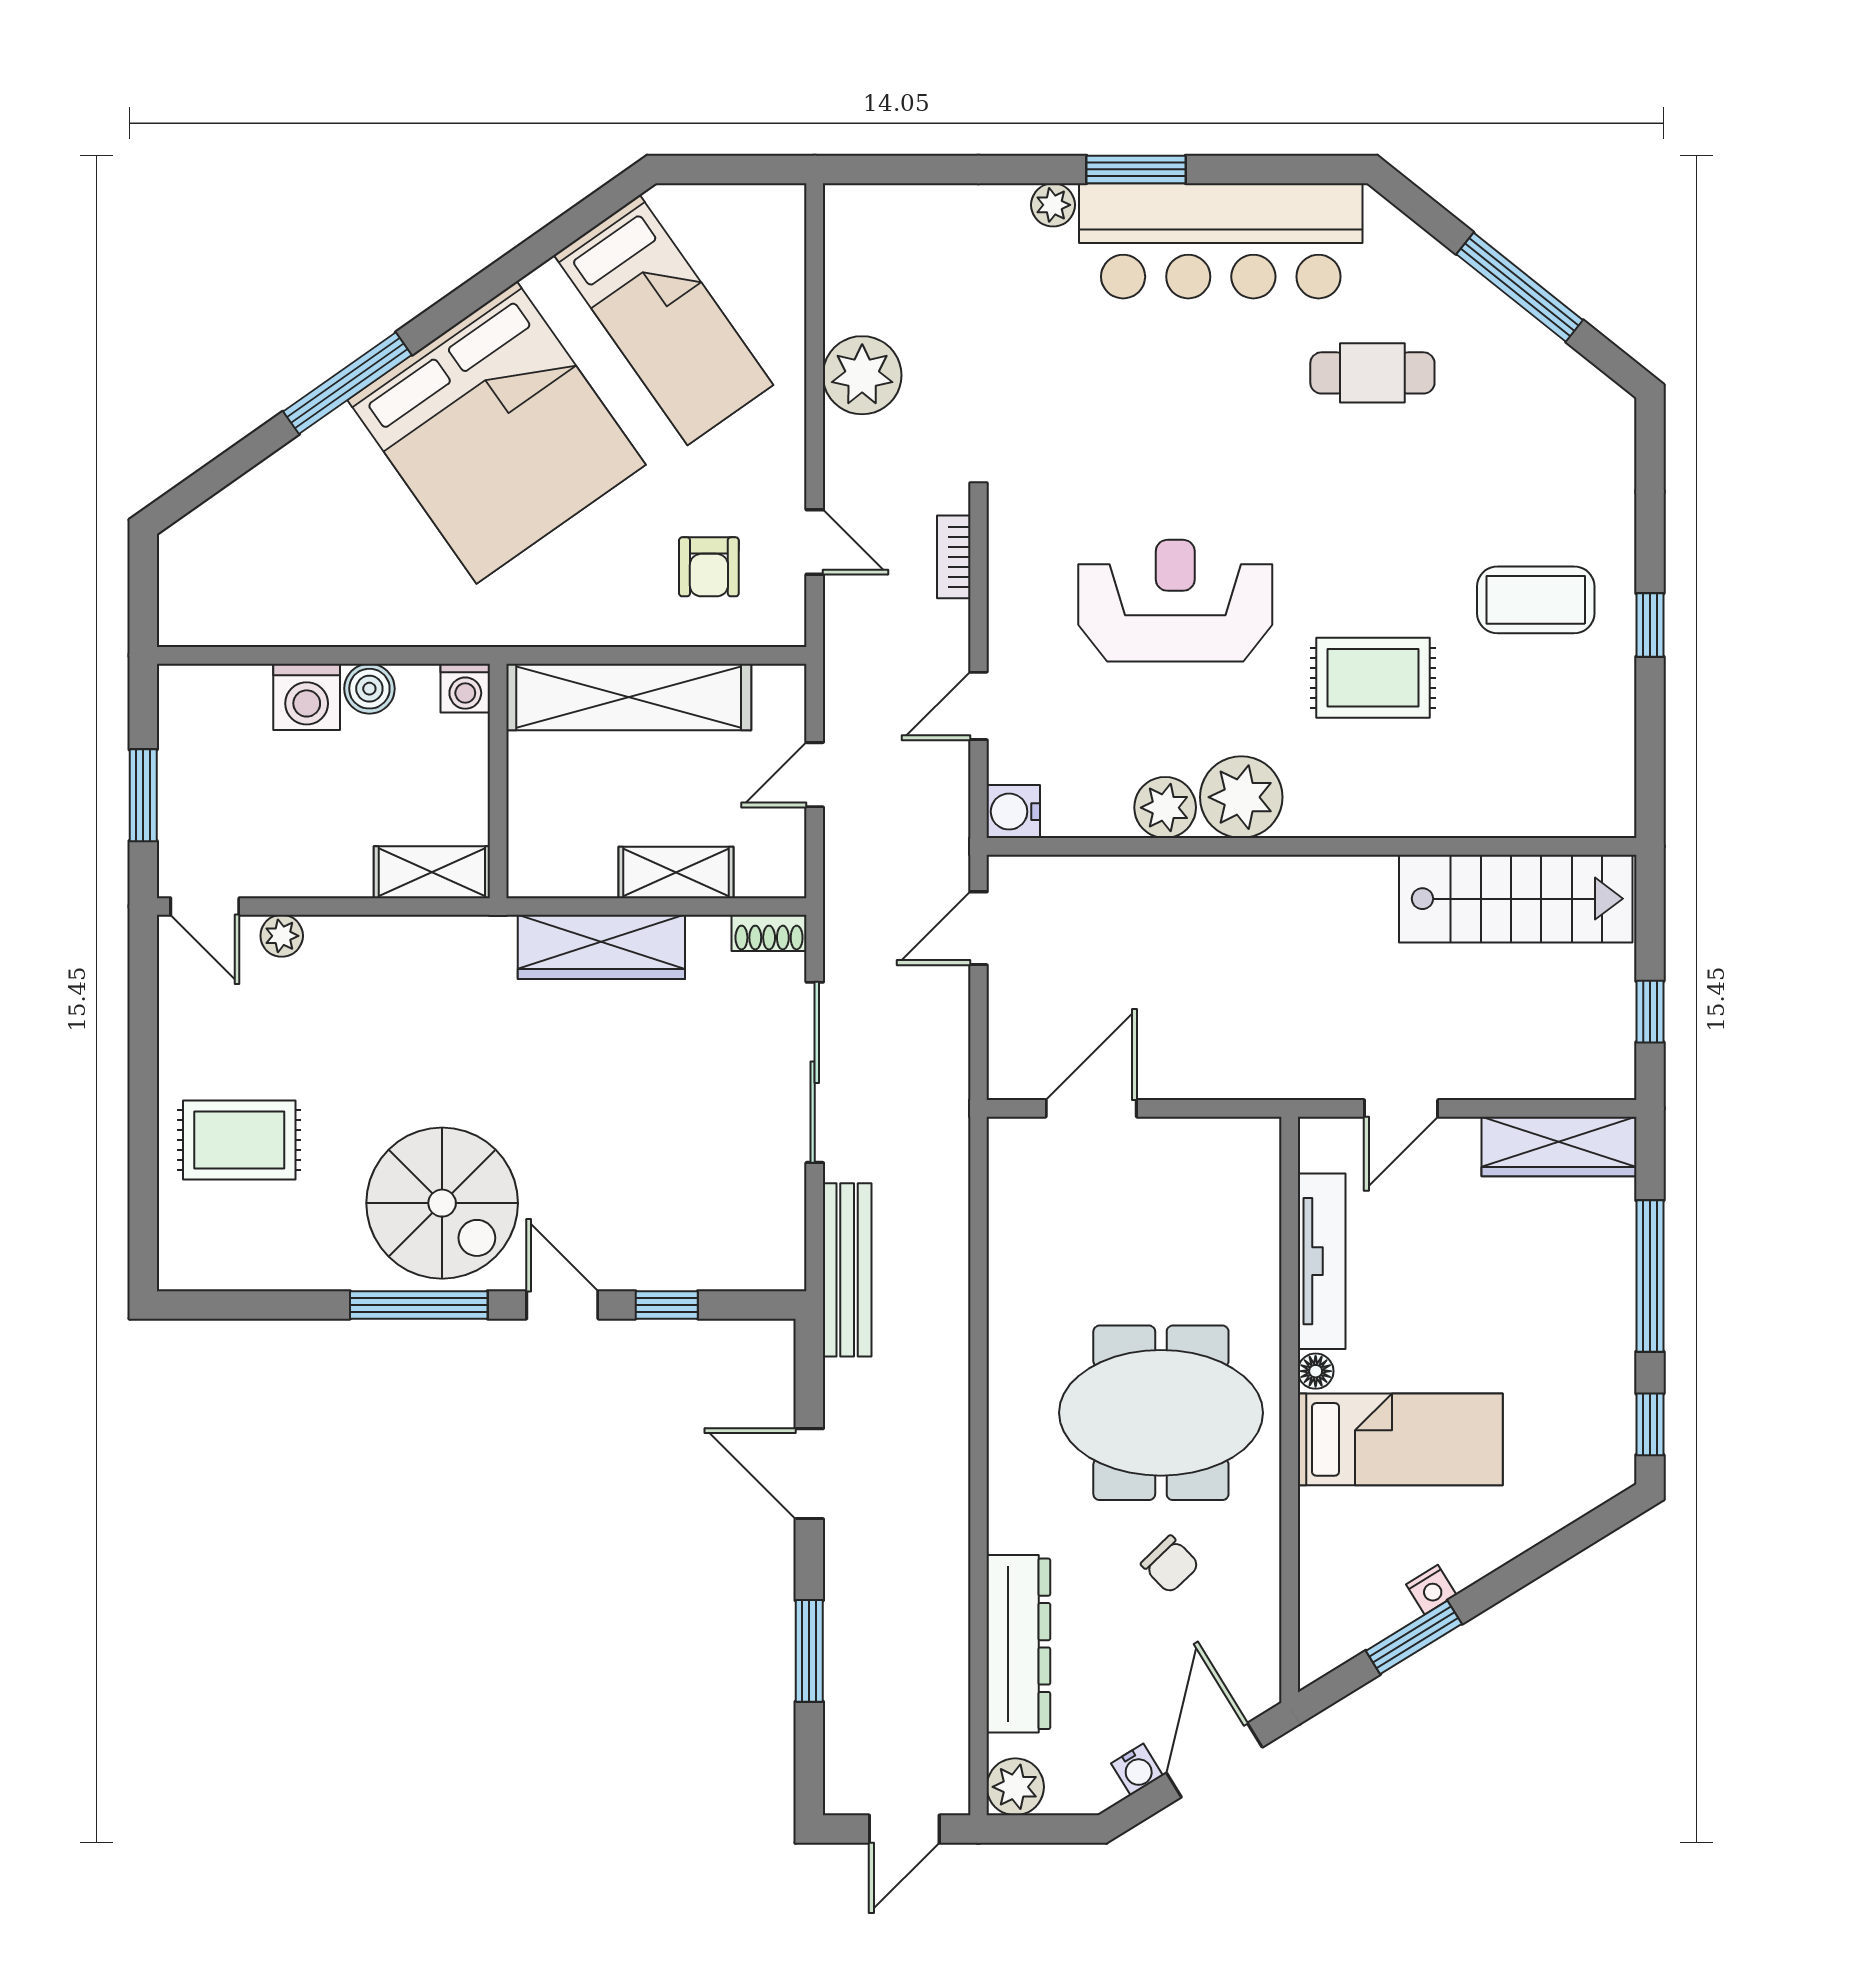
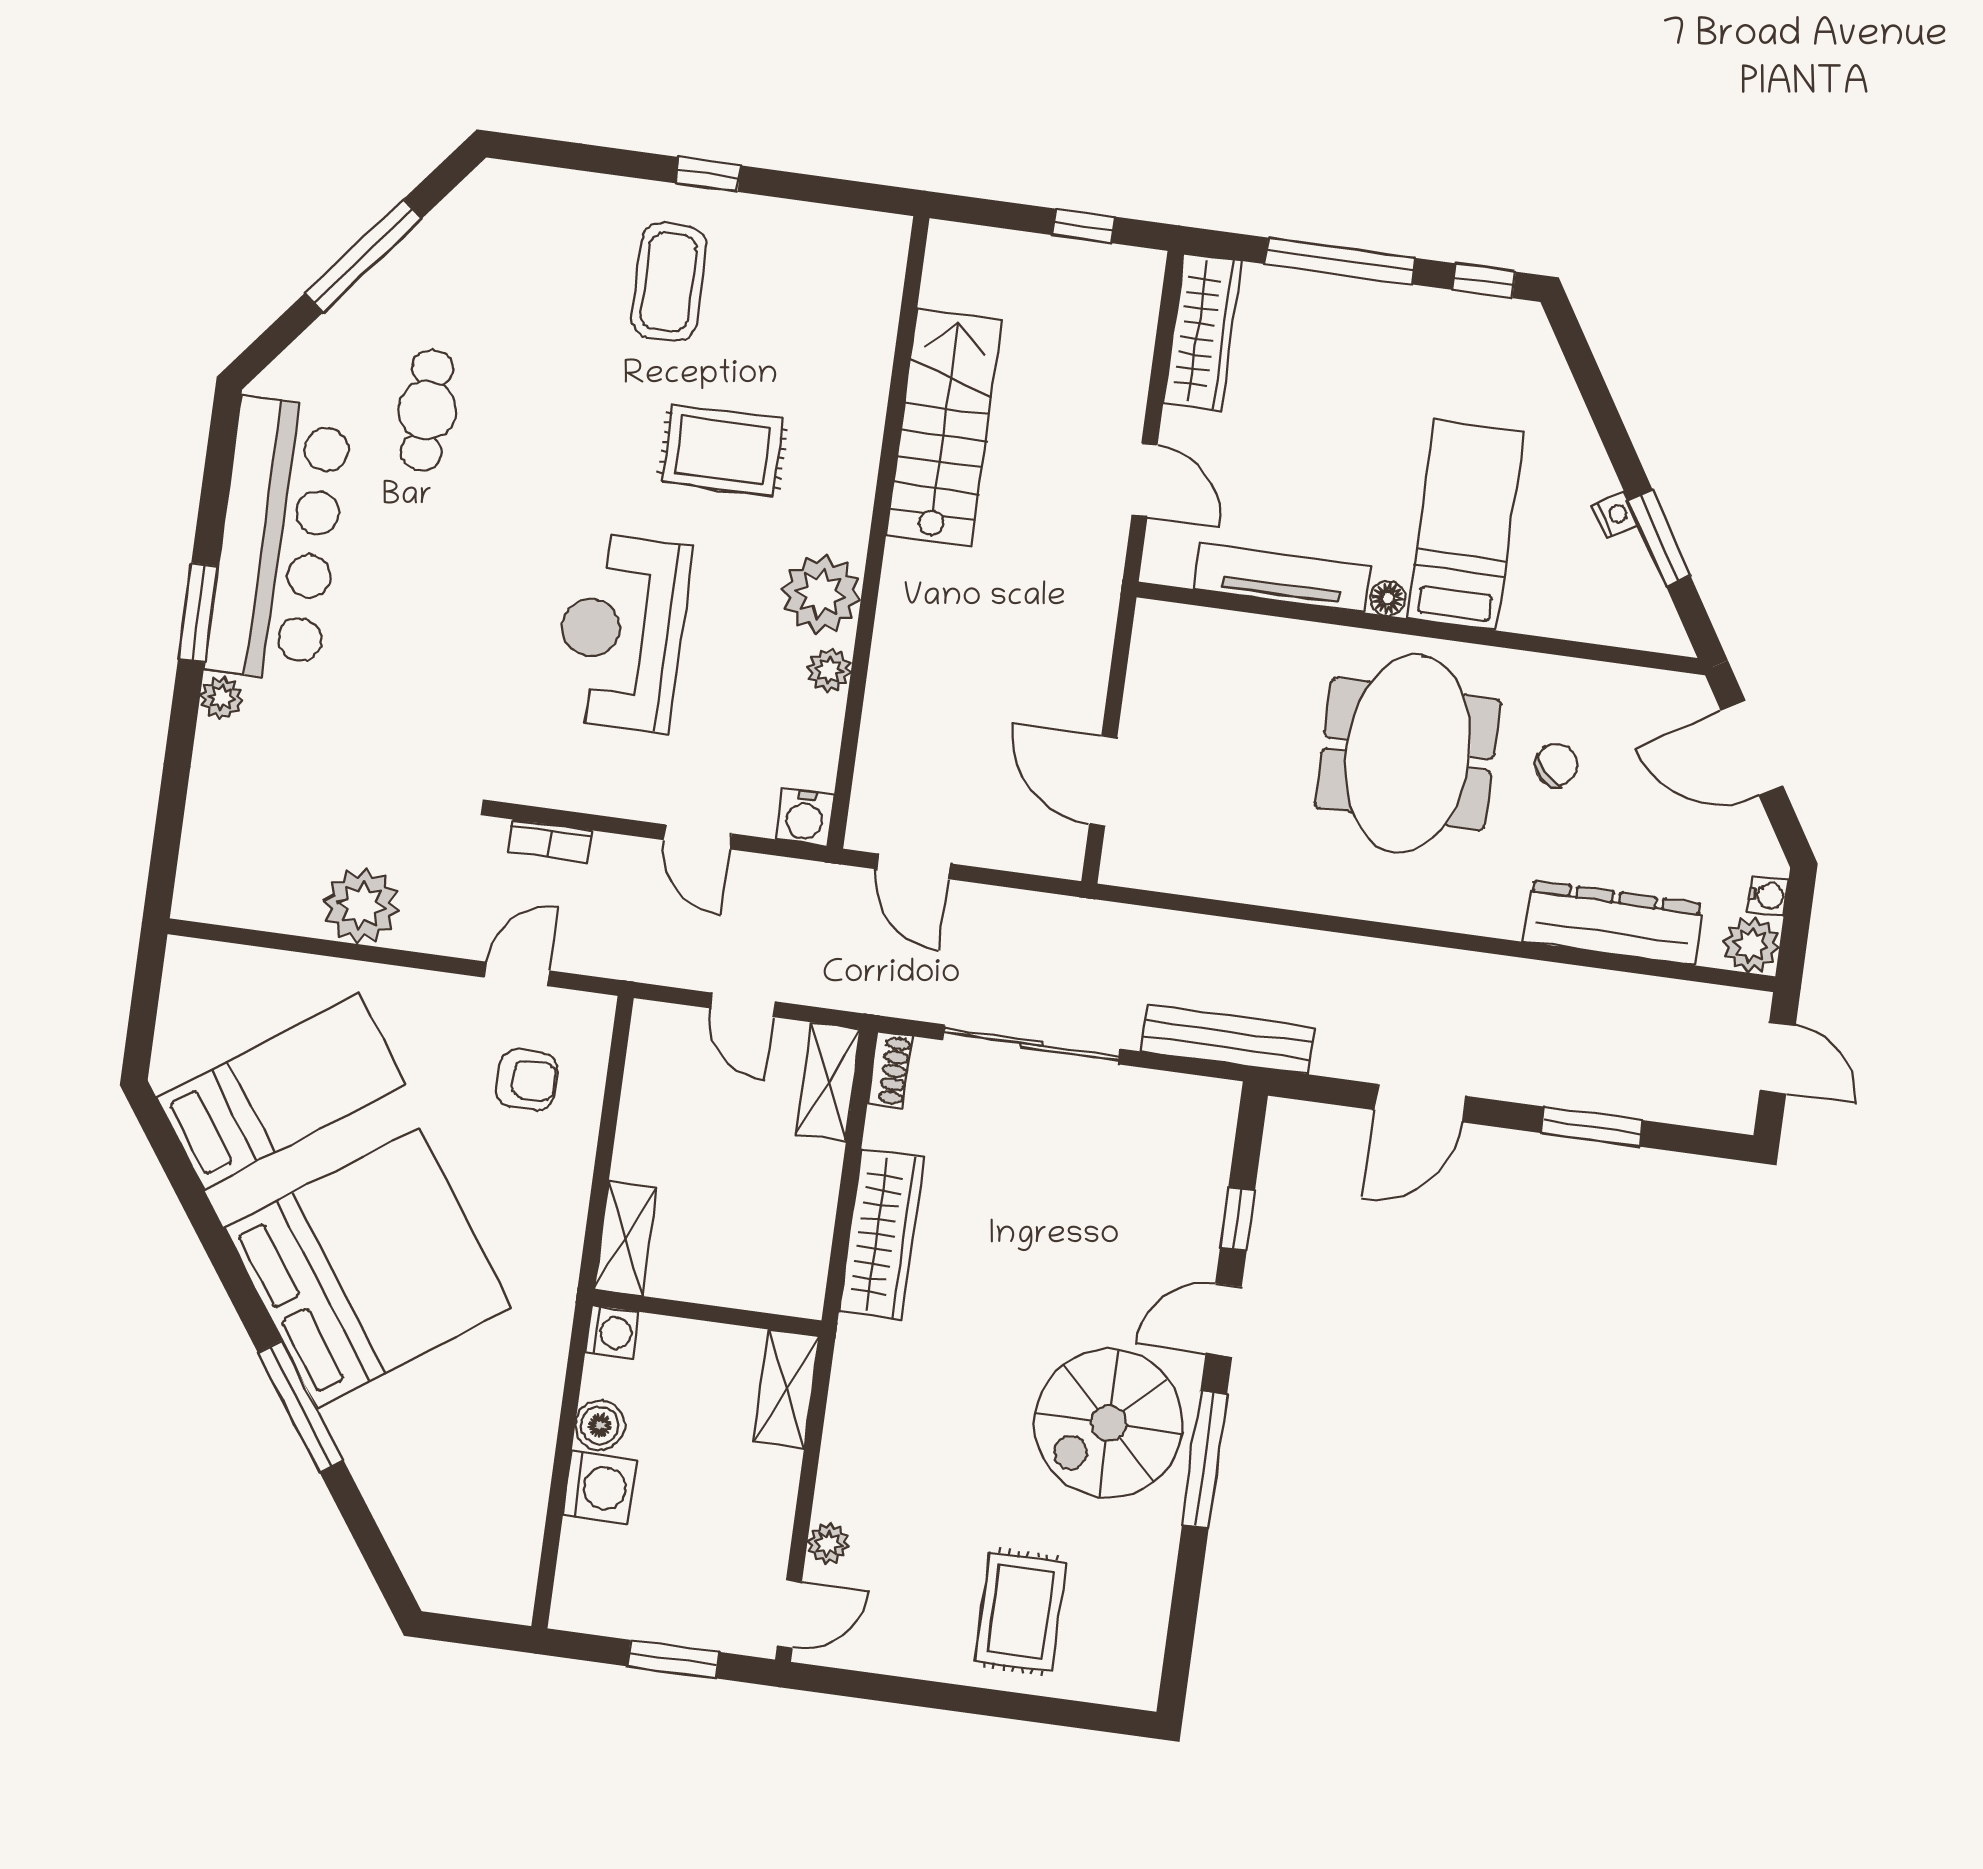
rug: (1373, 678) -> (723, 450), turned 90
shelving: (629, 697) -> (625, 1239), width x0.45, depth x0.75
plant: (1165, 808) -> (829, 670), width x0.73, depth x0.73
shelving: (676, 872) -> (829, 1081), moved
stairs: (1516, 899) -> (944, 428), moved
spiral stairs: (442, 1203) -> (1109, 1423), turned 180
water cooler: (1137, 1769) -> (1768, 896), moved, turned 32

